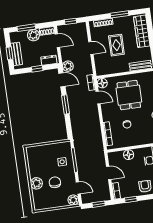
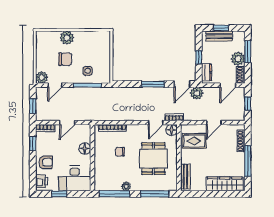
window: (119, 14) -> (248, 161), width x1.44
rug: (116, 45) -> (194, 141), moved
dining table: (129, 95) -> (153, 159), turned 90

